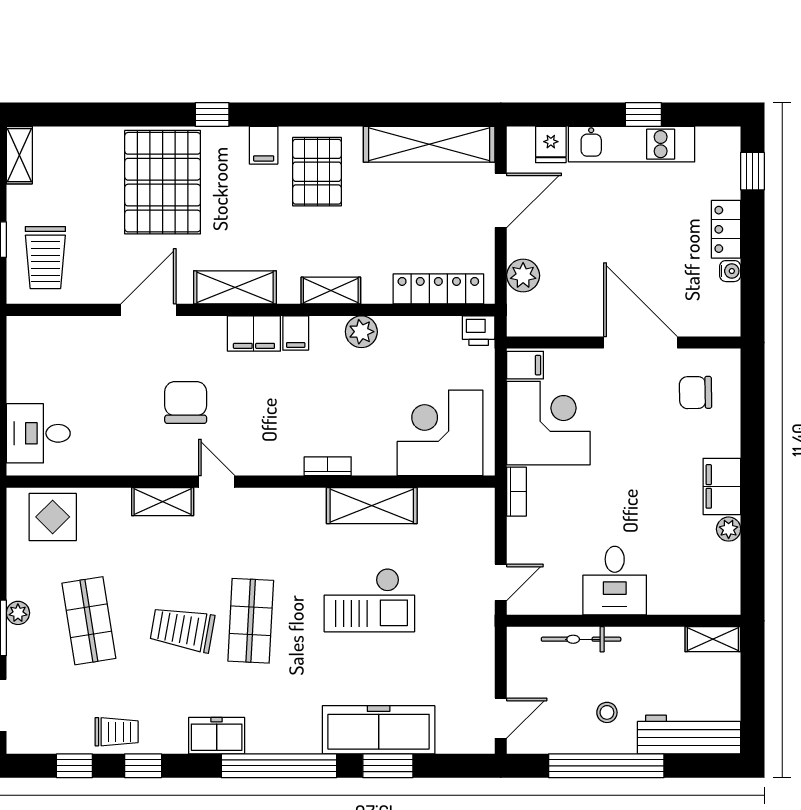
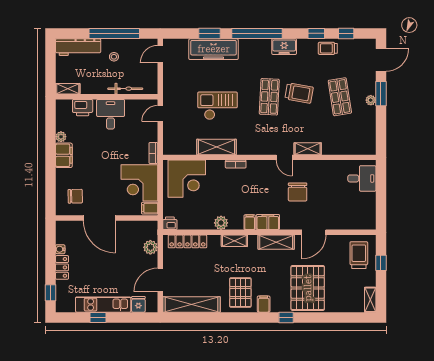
display table: (53, 517) -> (356, 142), removed
printer: (679, 596) -> (83, 108), added

